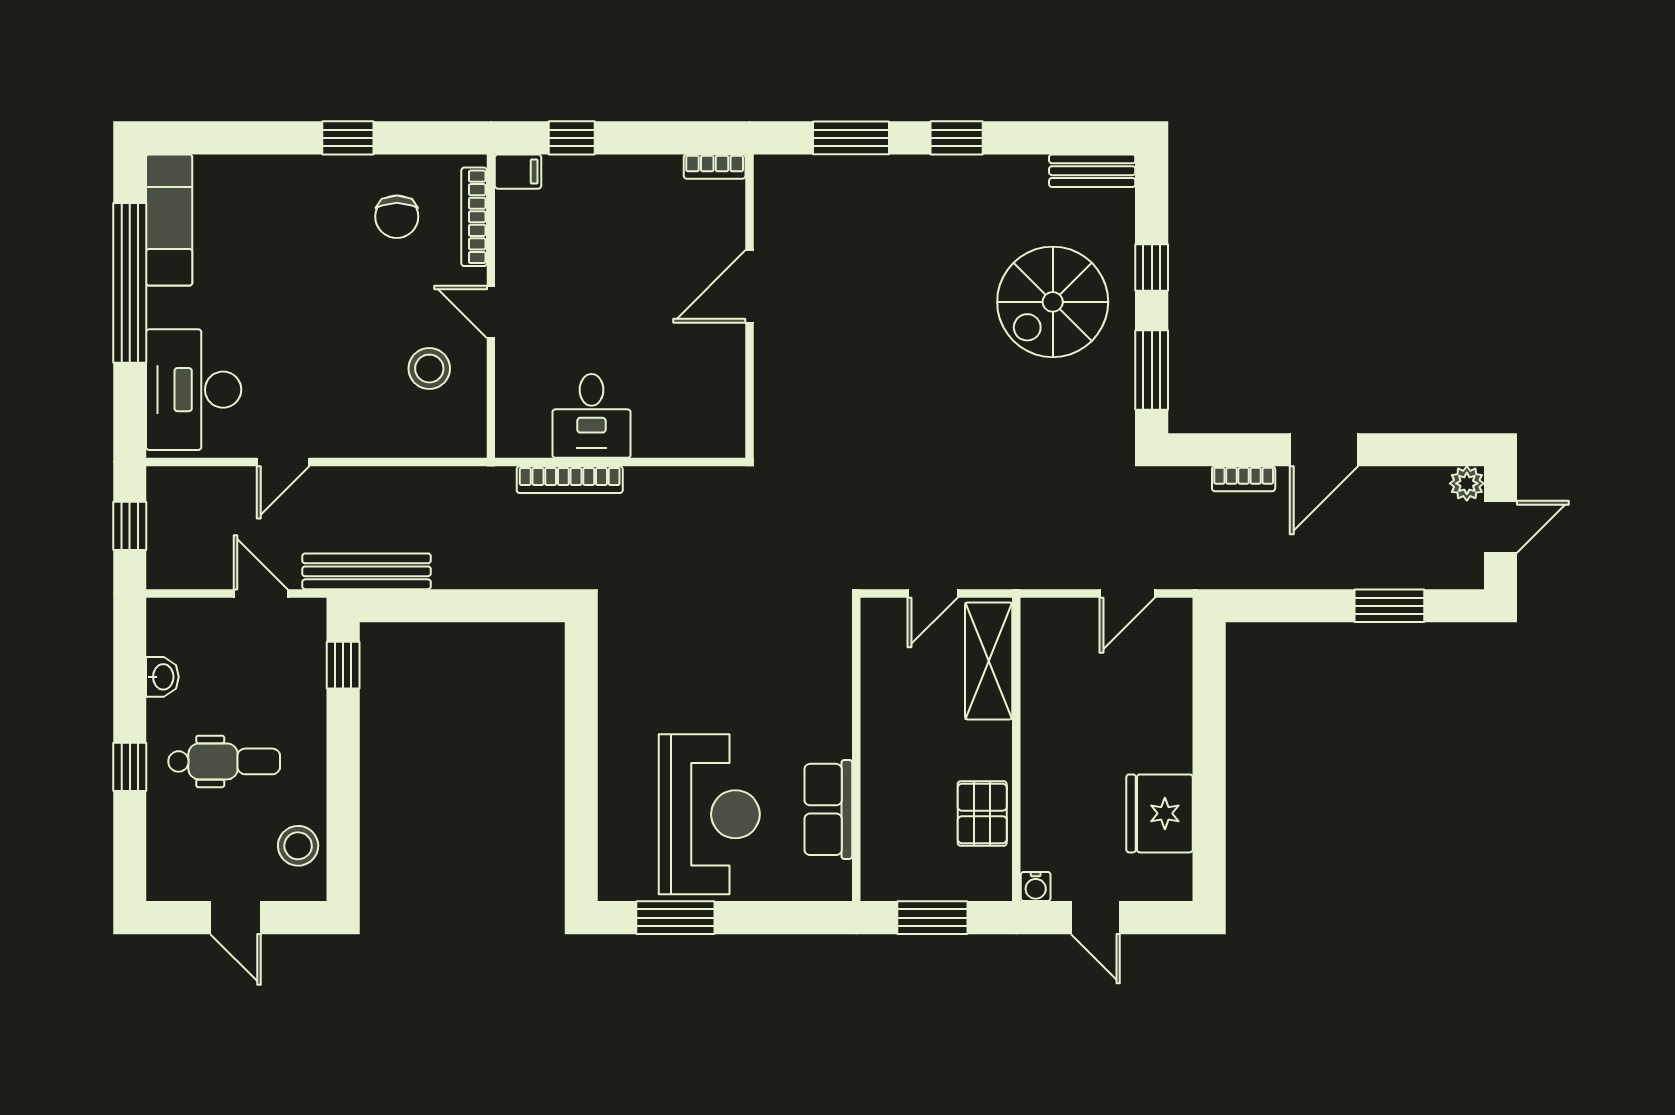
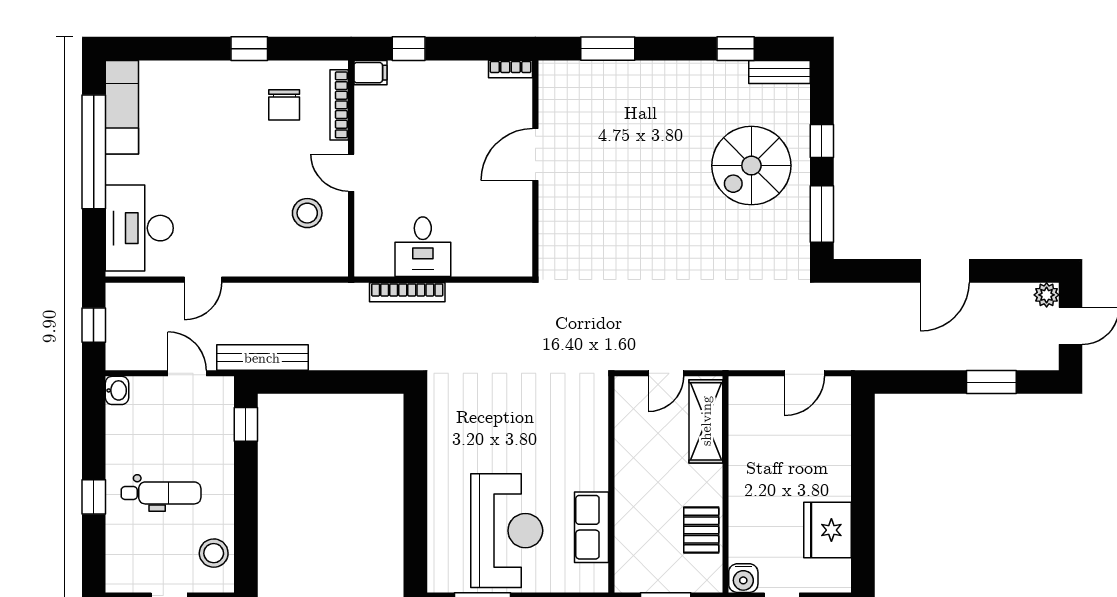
window: (957, 138) -> (736, 49), moved
bookcase: (1244, 479) -> (887, 292), removed
washbasin: (162, 677) -> (117, 390), moved
water cooler: (1036, 886) -> (743, 578), width x1.38, depth x1.38

